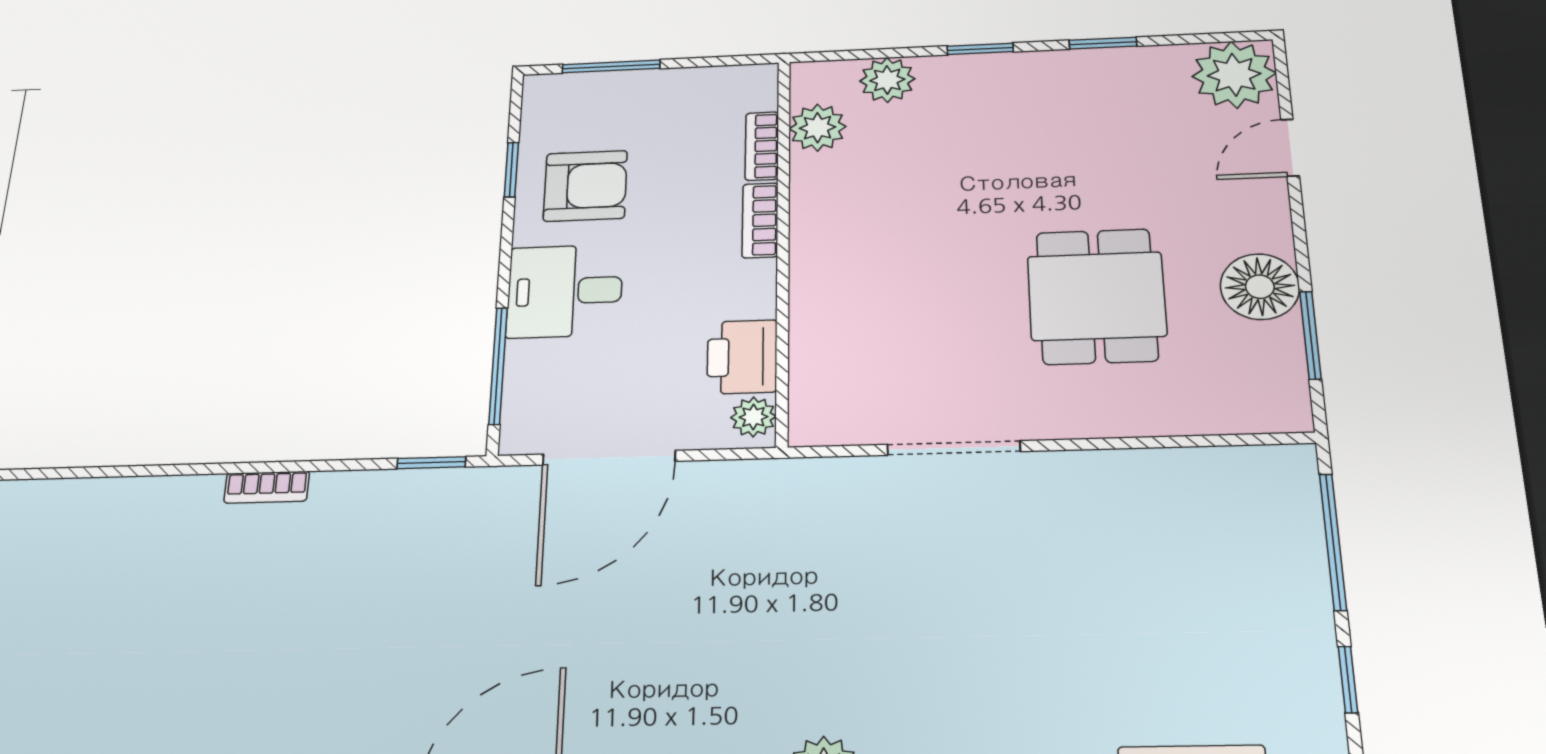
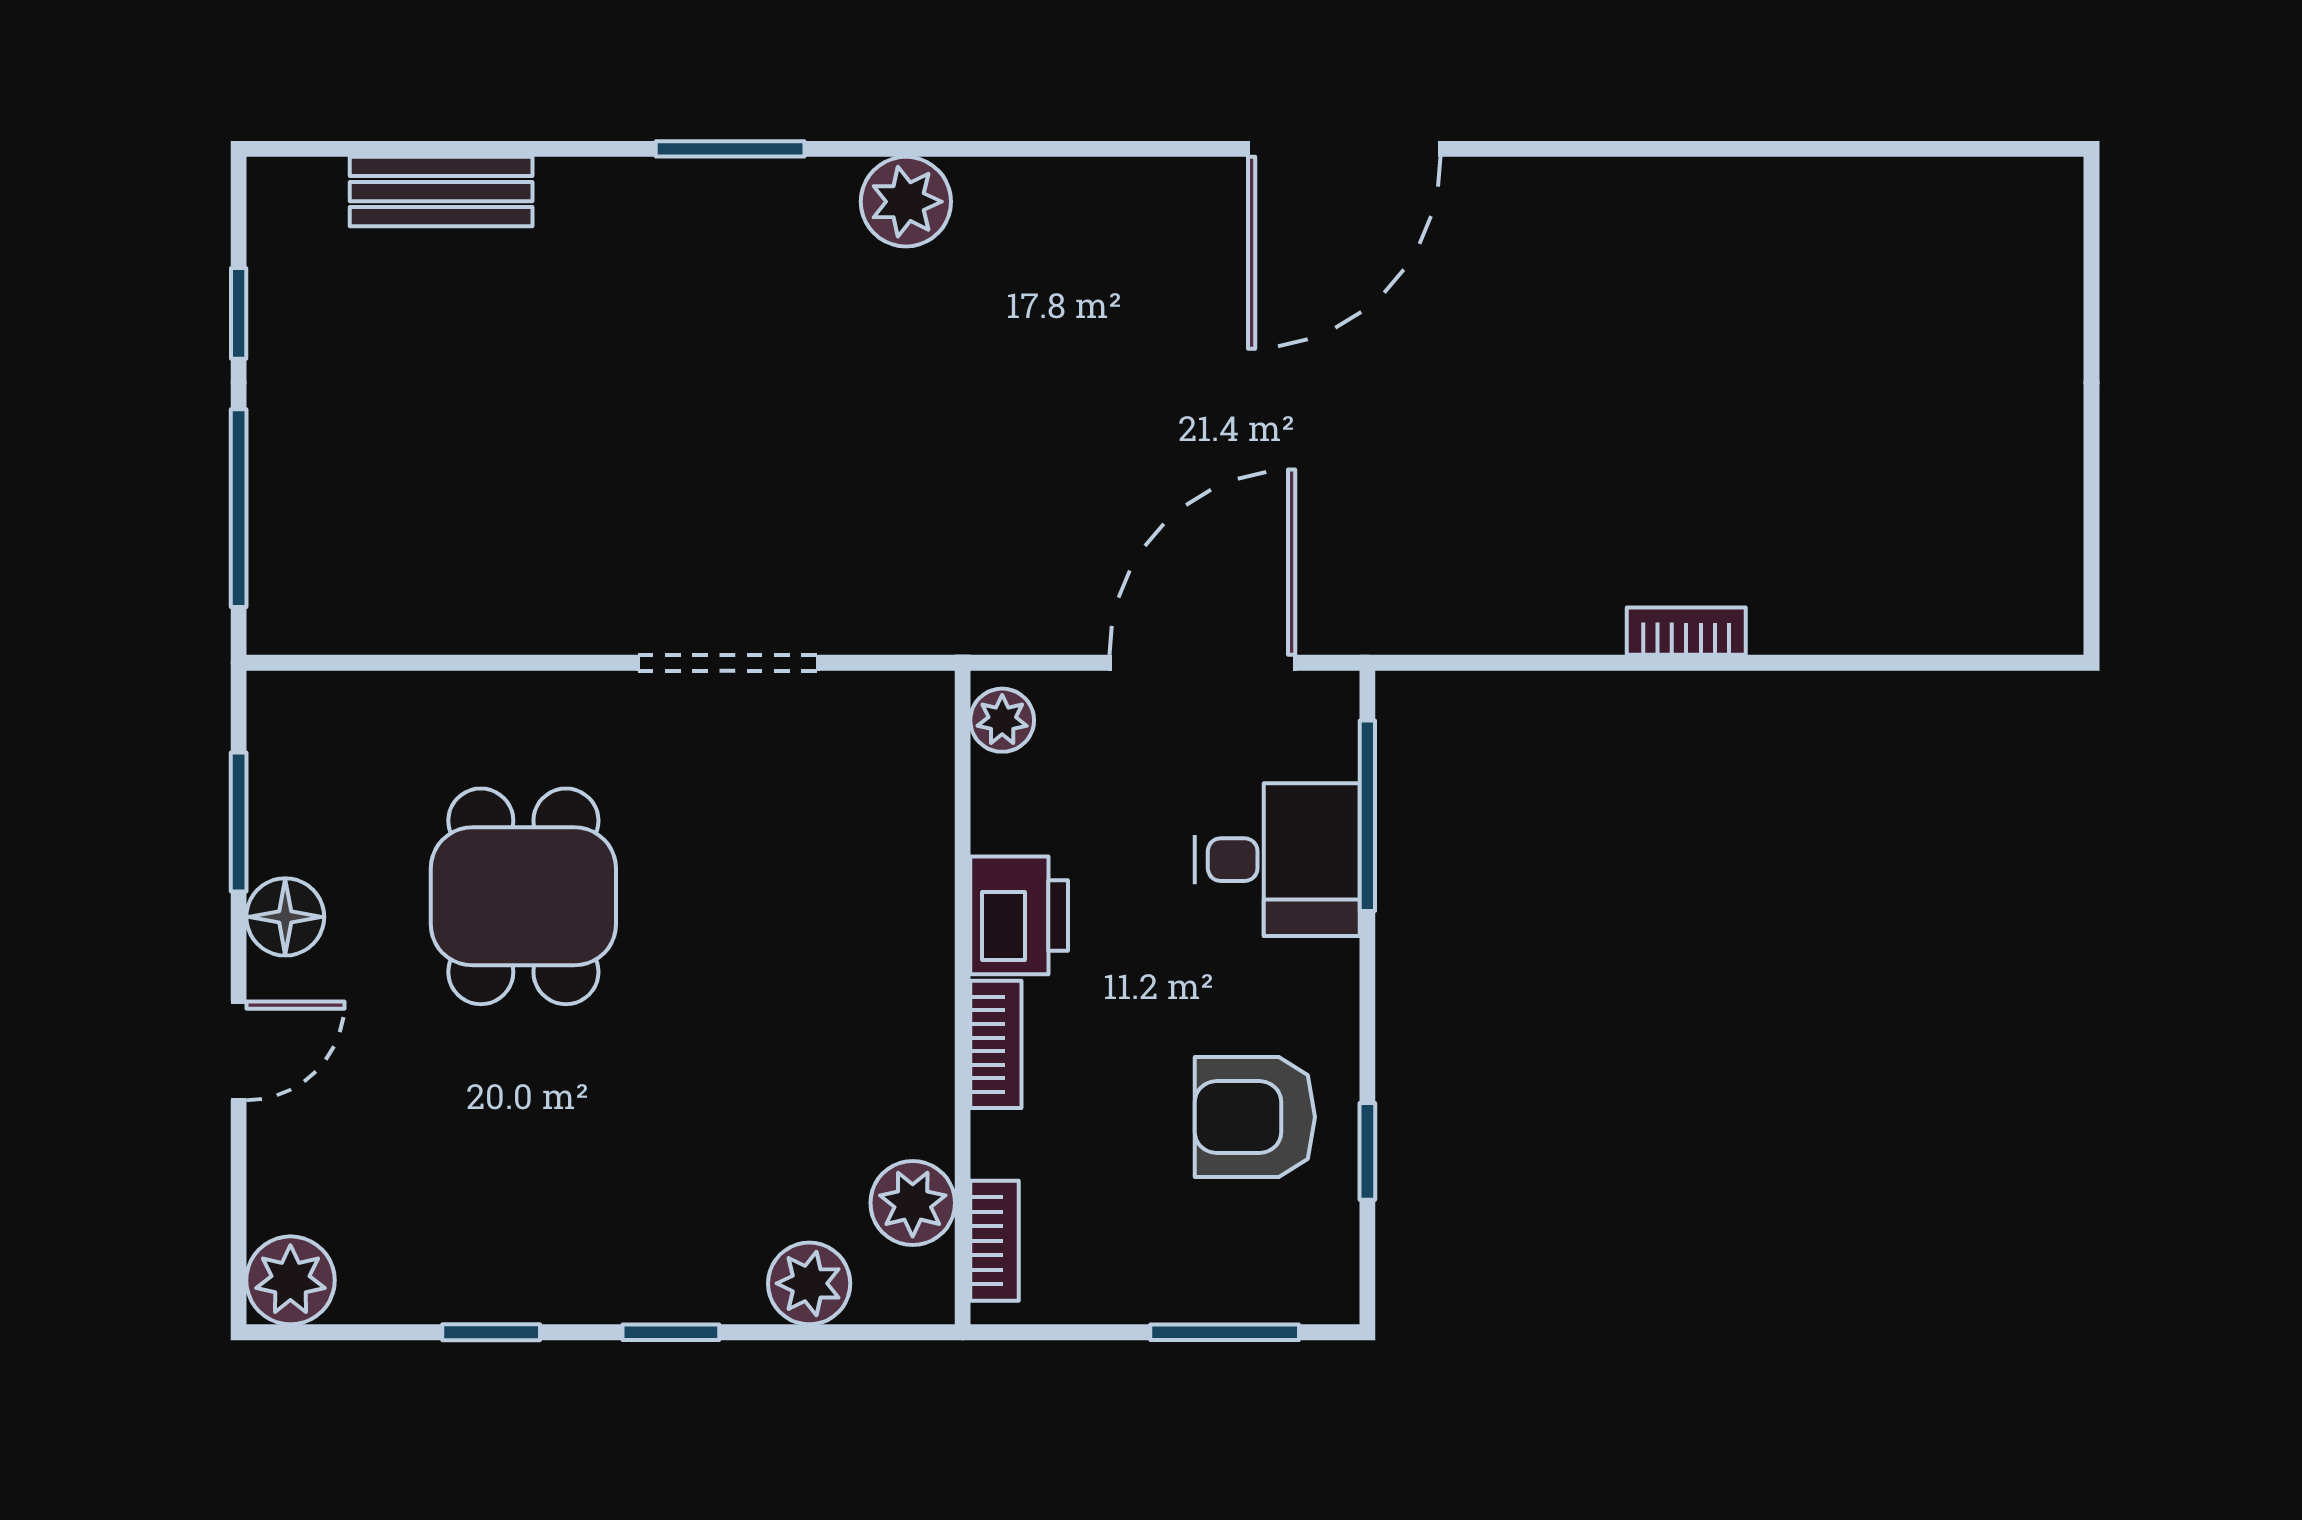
plant: (1234, 75) -> (290, 1280), width x0.73, depth x0.73
bookcase: (762, 146) -> (994, 1241), moved
door: (1290, 148) -> (239, 1051), moved
floor lamp: (1260, 287) -> (285, 917), width x0.73, depth x0.73
desk: (565, 291) -> (1277, 860), moved
printer: (742, 357) -> (1019, 915), moved
window: (431, 463) -> (1453, 663), removed

